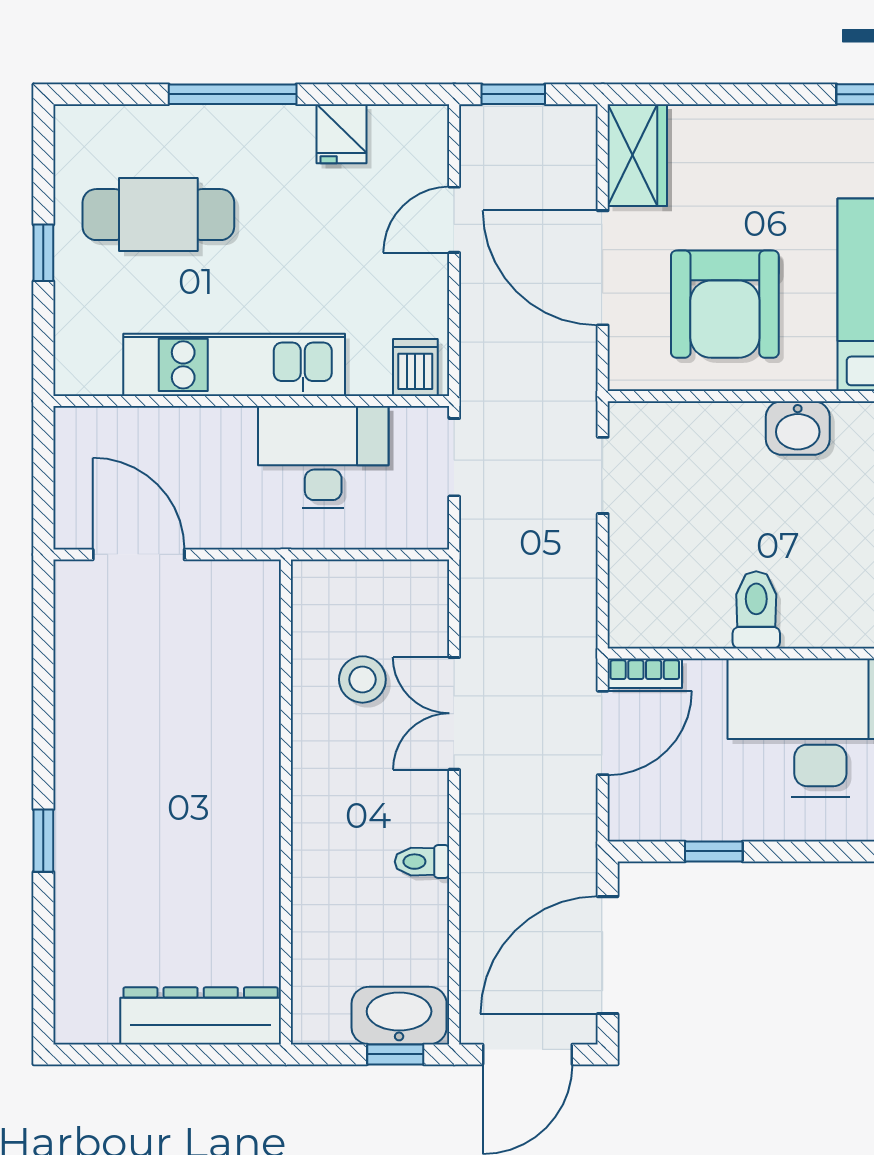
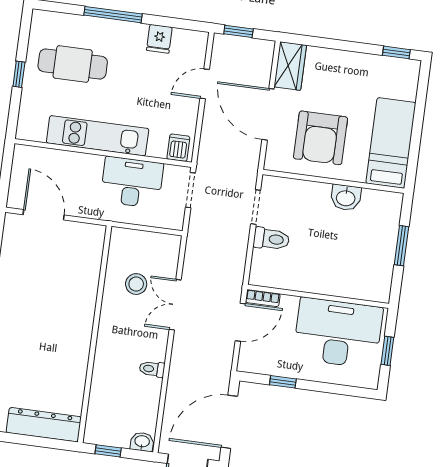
toilet: (756, 610) -> (271, 239), moved, turned 90
washbasin: (399, 1016) -> (142, 442), width x0.52, depth x0.69
window: (395, 1054) -> (108, 451), moved

